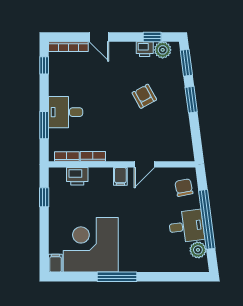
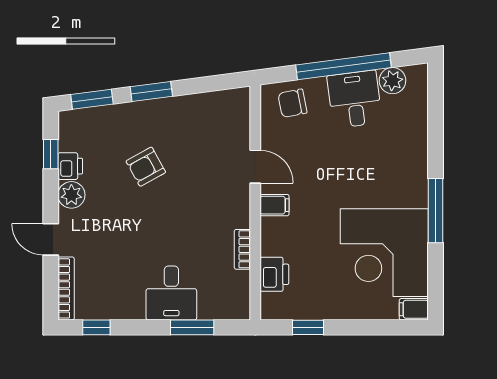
door: (99, 37) -> (51, 239), swing flipped
plant: (163, 50) -> (71, 195), moved
bookcase: (67, 157) -> (243, 291), removed

